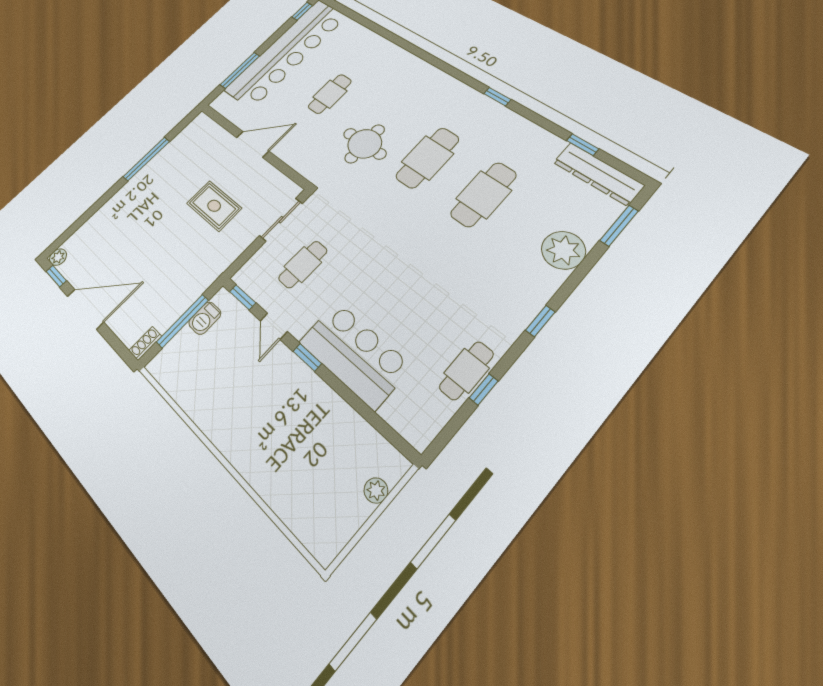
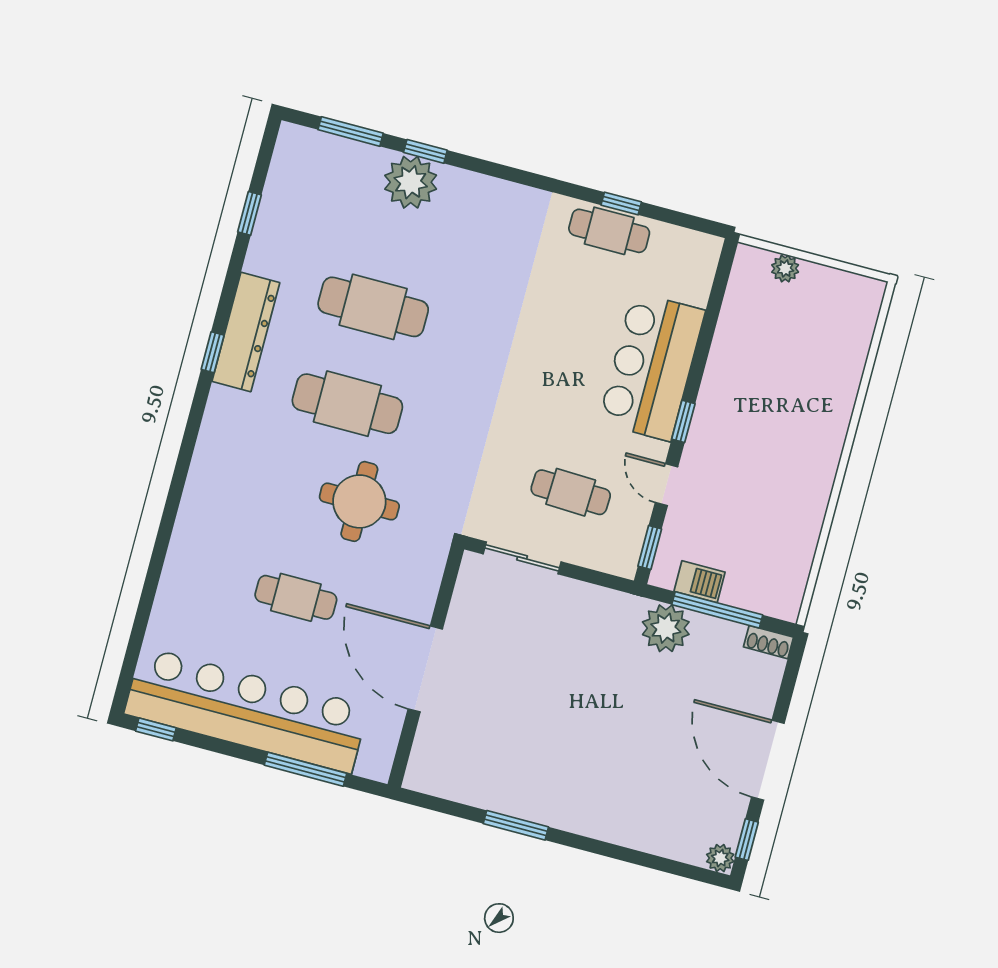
door: (253, 144) -> (425, 669), width x1.36
window: (146, 159) -> (516, 825), width x0.69
dresser: (598, 174) -> (246, 332), moved
rug: (214, 206) -> (543, 668), removed
plant: (192, 285) -> (666, 628), added
window: (540, 321) -> (425, 151), moved
door: (274, 326) -> (666, 485), swing flipped

